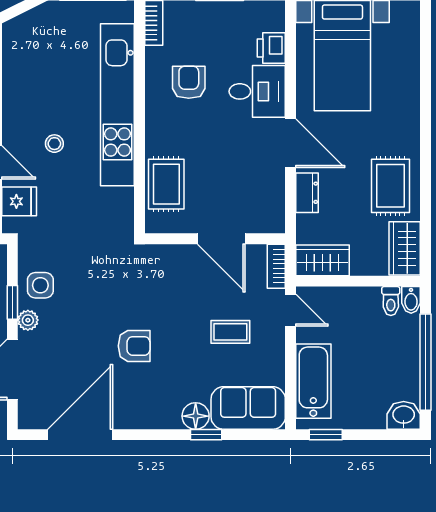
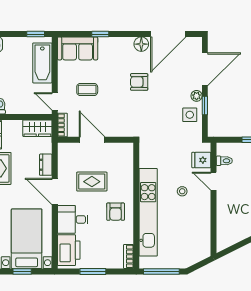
printer: (271, 48) -> (69, 250), width x1.87, depth x1.48
armchair: (189, 82) -> (116, 212), moved
rug: (166, 184) -> (92, 182), moved, turned 90
floor lamp: (196, 416) -> (141, 44), moved

